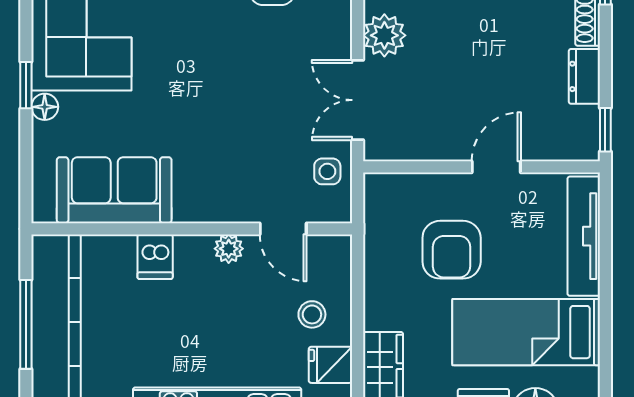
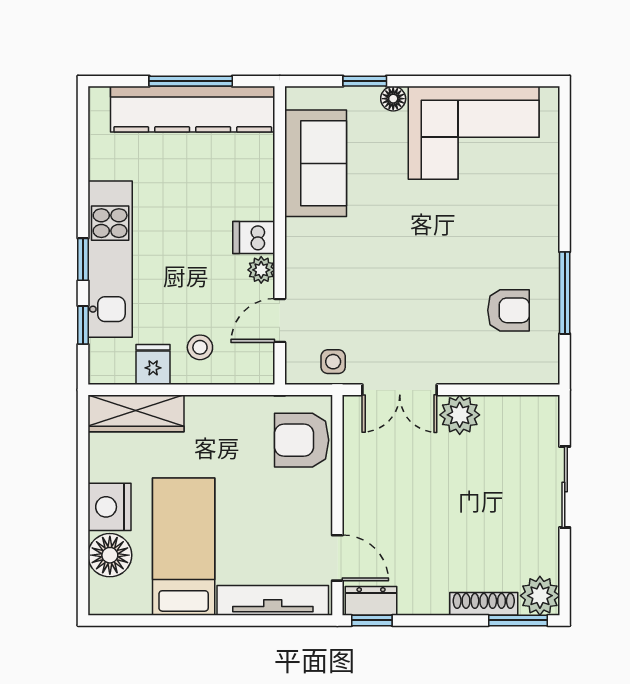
dresser: (584, 76) -> (371, 601), moved
window: (26, 85) -> (365, 81), moved
double door: (358, 100) -> (400, 390), swing flipped
door: (496, 167) -> (337, 558), moved
armchair: (452, 250) -> (302, 440), moved
dishwasher: (155, 257) -> (254, 237), moved

